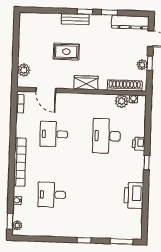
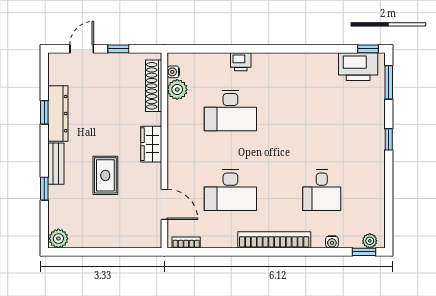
window: (85, 12) -> (44, 189), moved
dresser: (130, 22) -> (58, 114), moved
plant: (142, 65) -> (121, 61), removed
plant: (24, 70) -> (58, 239), moved
door: (46, 90) -> (164, 204), hinge flipped
desk: (54, 134) -> (230, 190), width x1.37
window: (147, 163) -> (368, 49), moved
printer: (134, 195) -> (358, 67), moved

